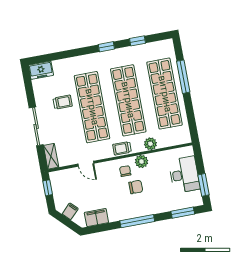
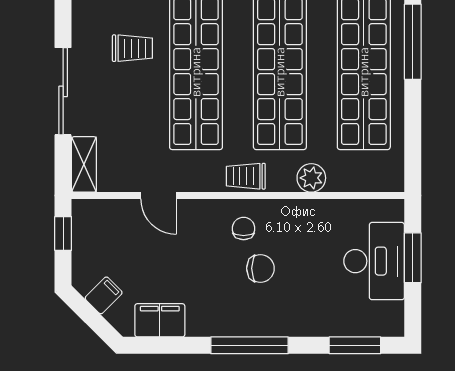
plant: (142, 161) -> (284, 214), removed
window: (204, 185) -> (413, 258), moved

